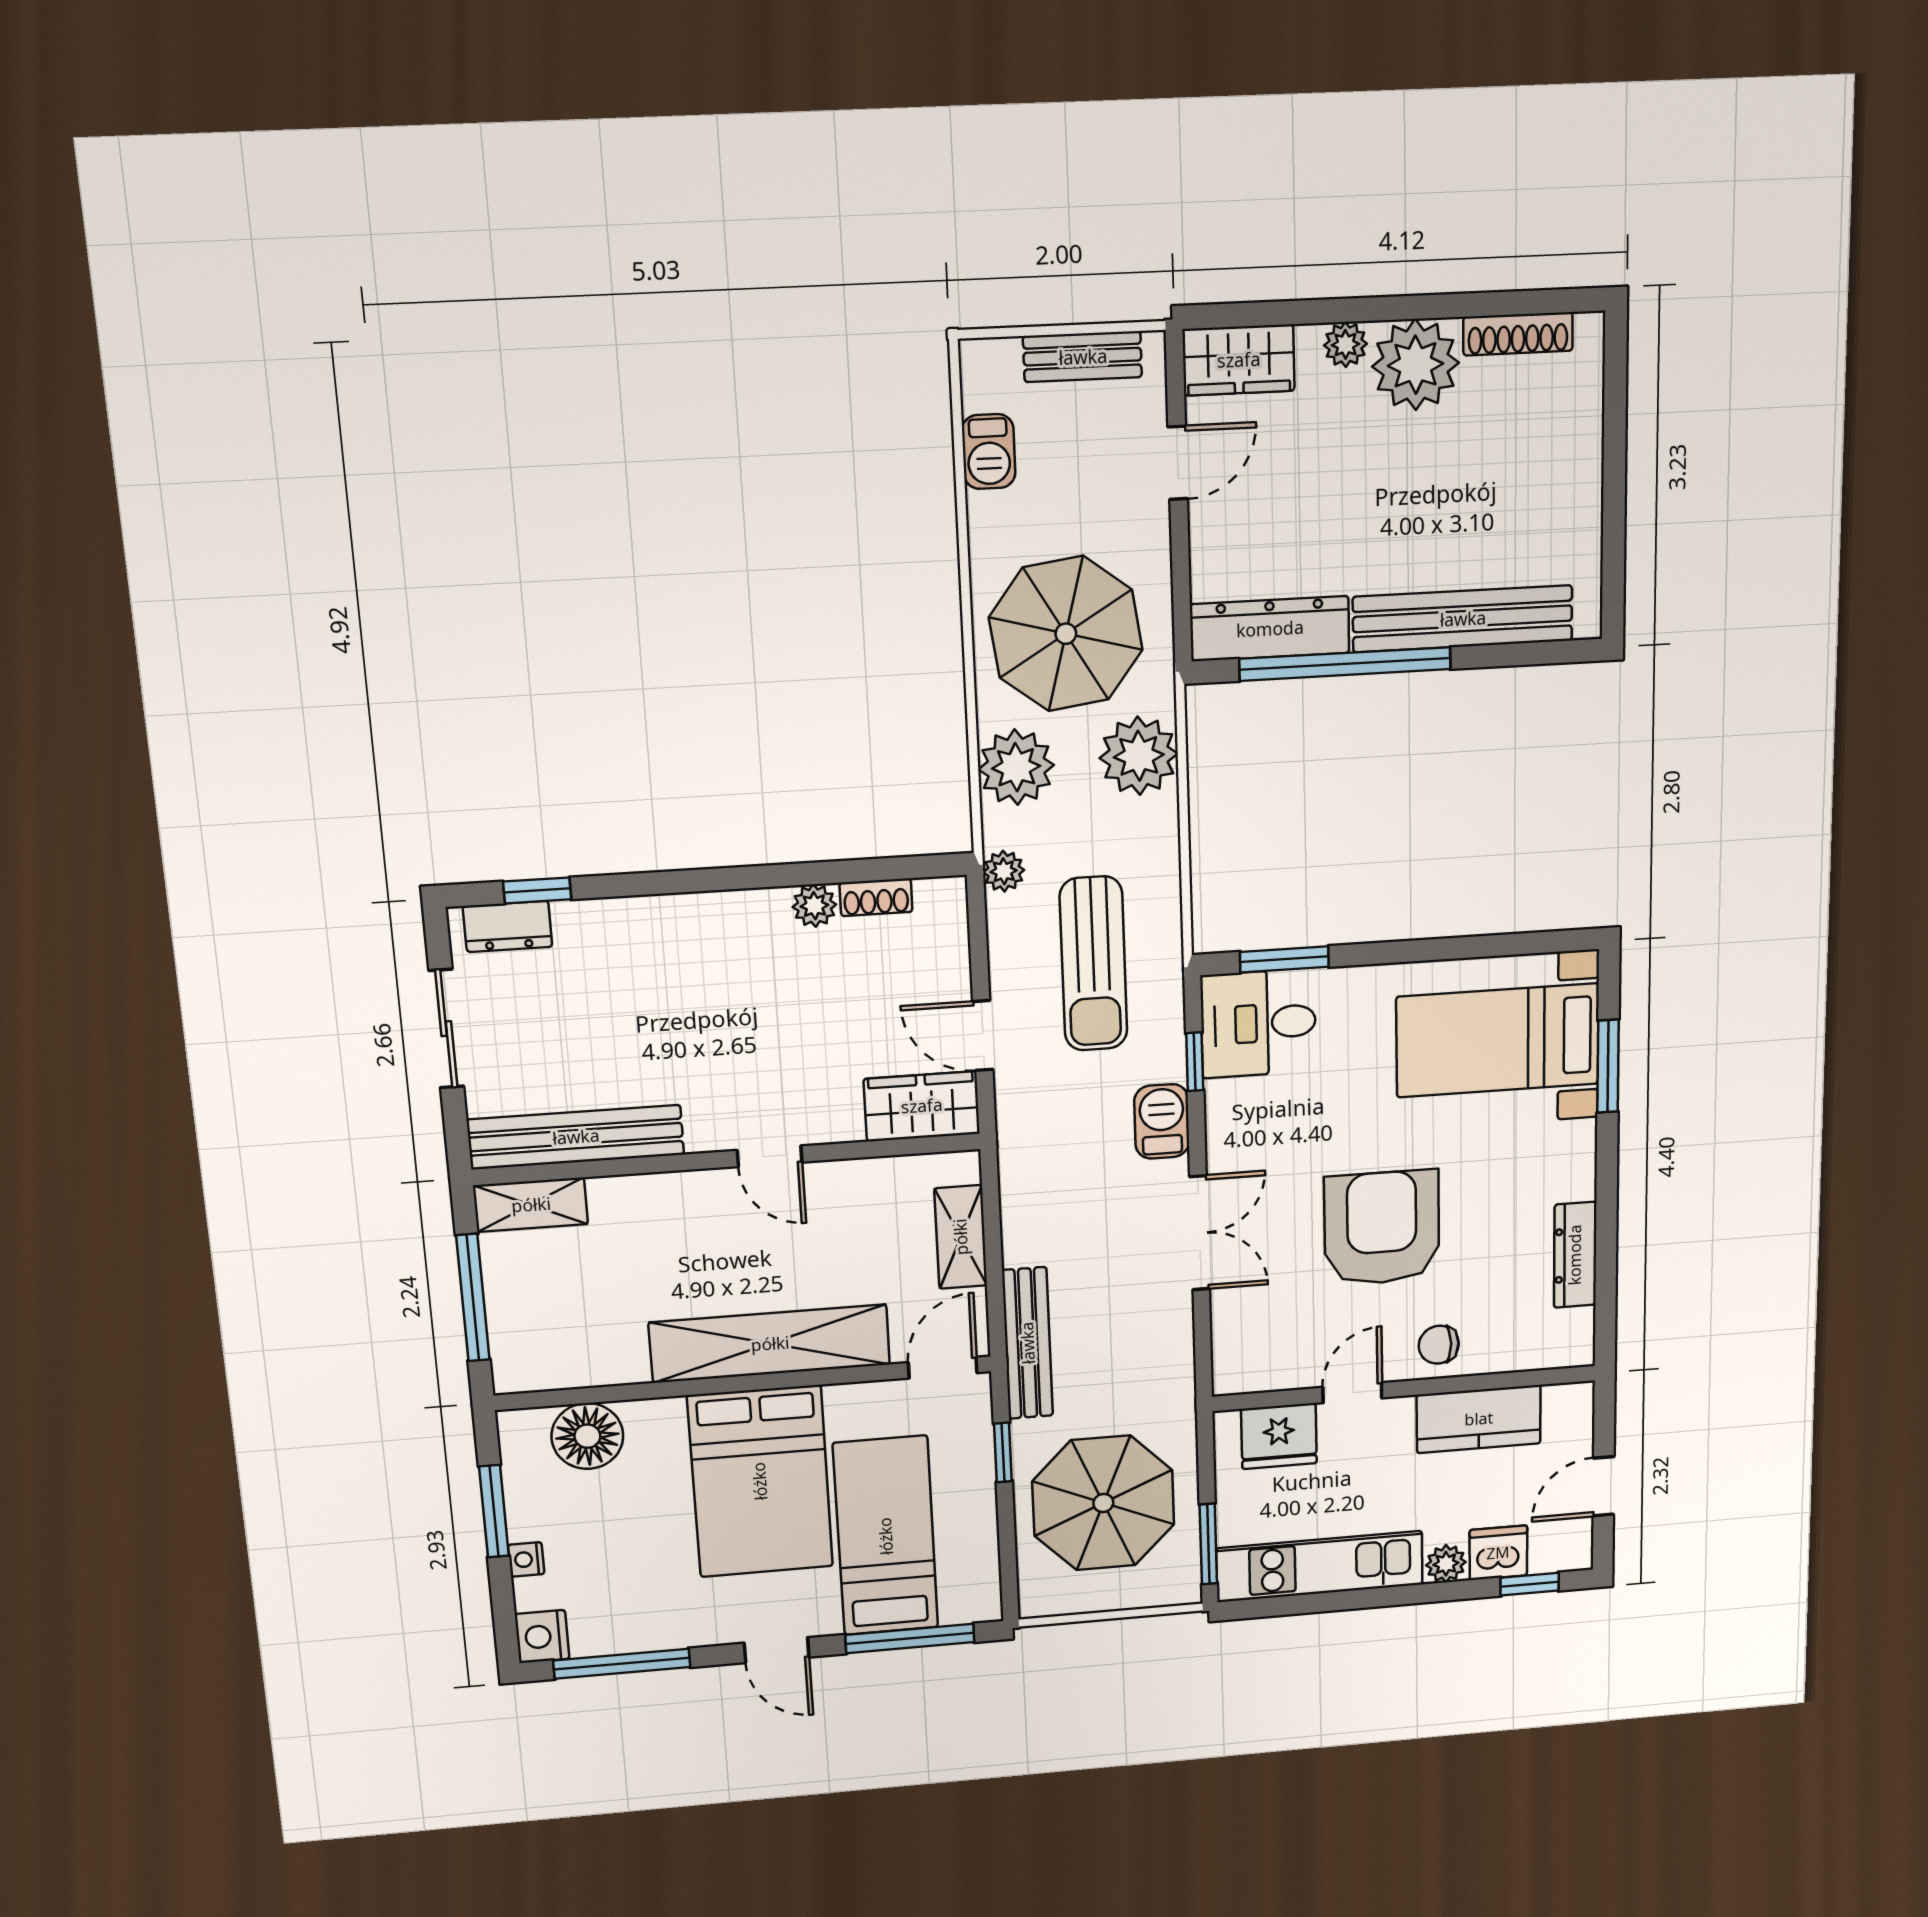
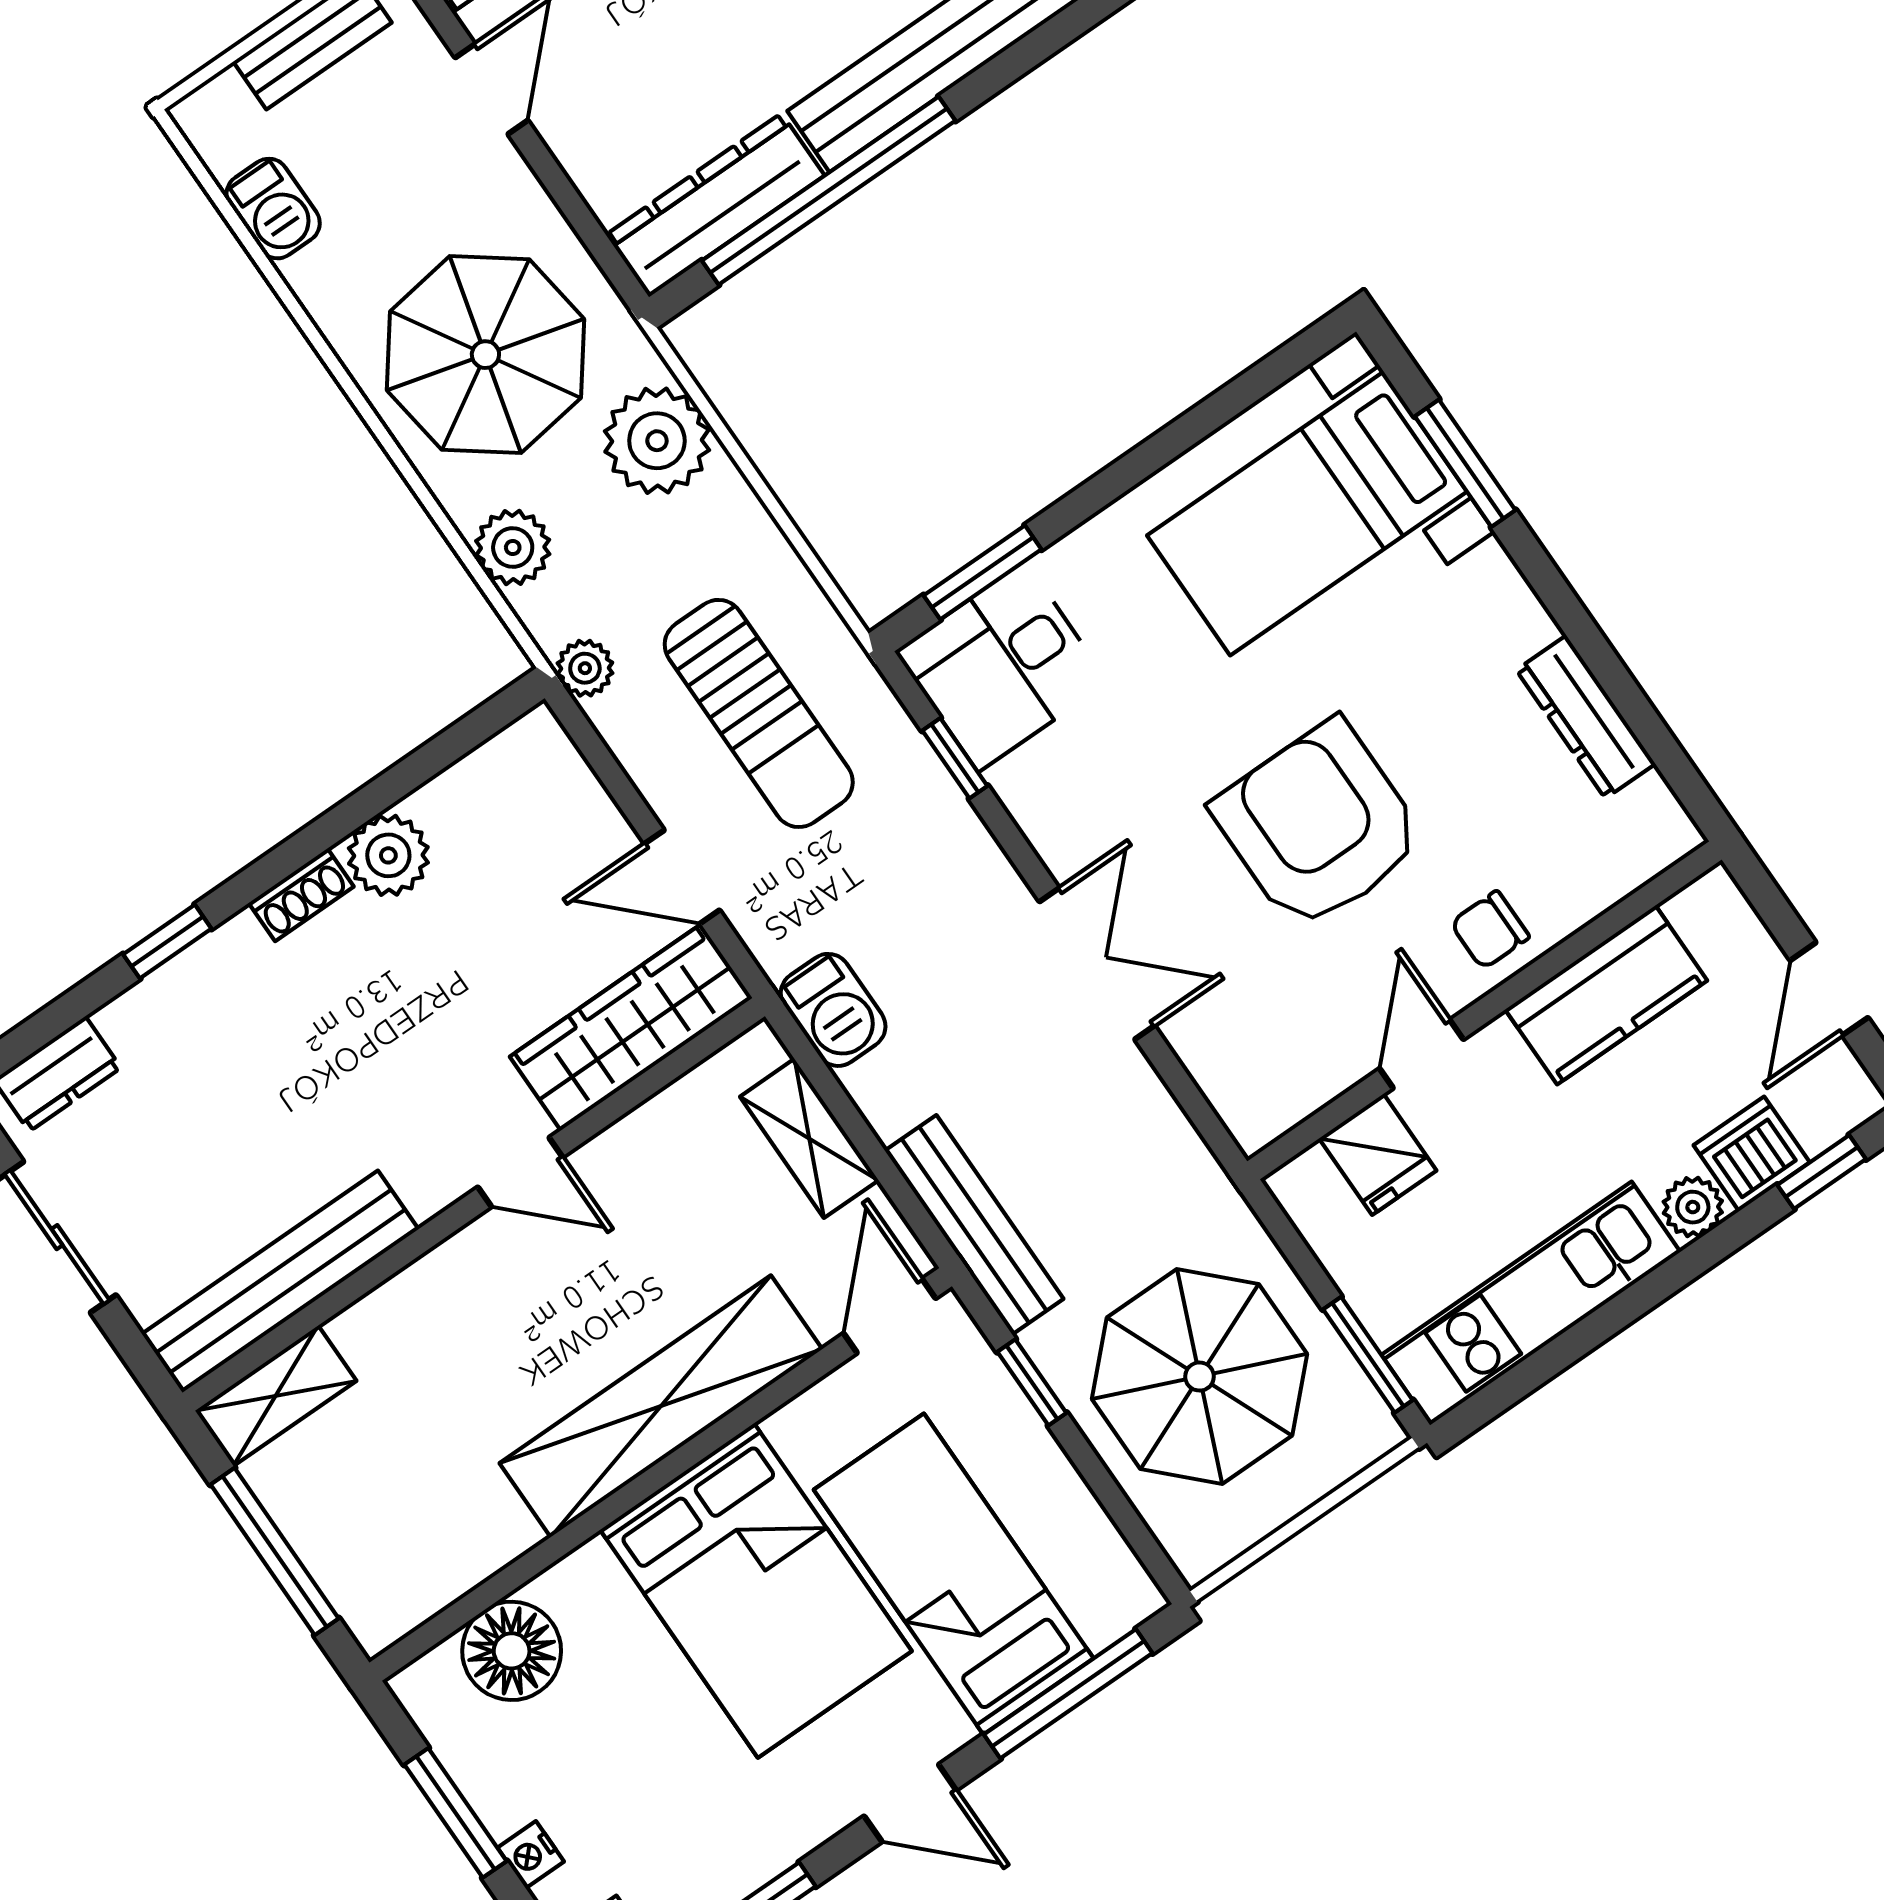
plant: (1016, 767) -> (513, 548), width x0.73, depth x0.73
window: (537, 890) -> (167, 942), moved
shoe rack: (876, 897) -> (301, 895), moved
plant: (814, 906) -> (388, 855), width x1.38, depth x1.38
wardrobe: (922, 1106) -> (631, 1027), width x1.50
barbecue: (1162, 1121) -> (833, 1010), moved, turned 180
fridge: (1279, 1436) -> (1378, 1154), width x0.72

